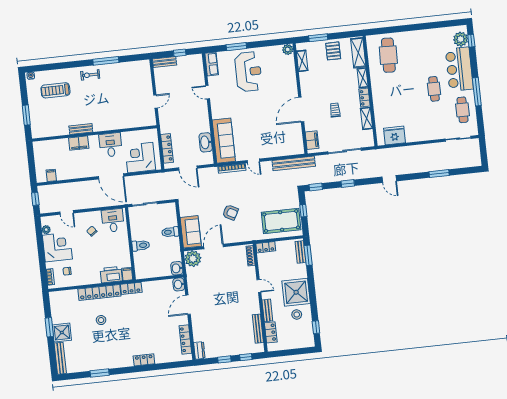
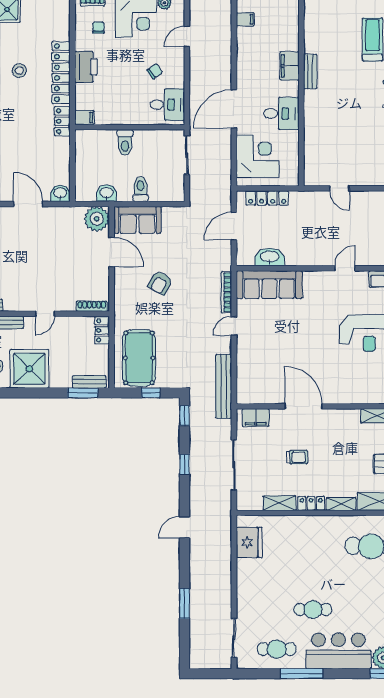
washbasin: (177, 268) -> (107, 193), moved
printer: (111, 275) -> (86, 67), moved

